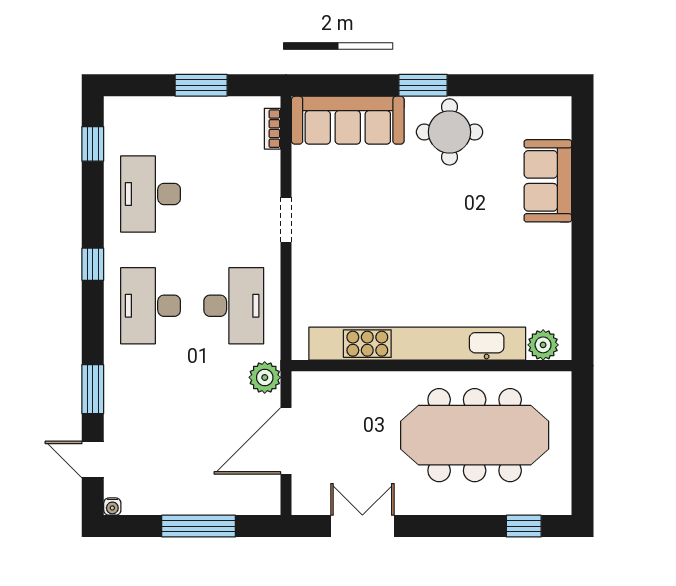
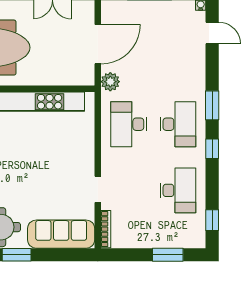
window: (201, 85) -> (168, 255), moved
bookcase: (272, 129) -> (106, 229), width x1.56
doorway: (286, 220) -> (98, 189), moved
window: (93, 389) -> (212, 105), moved

